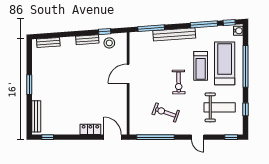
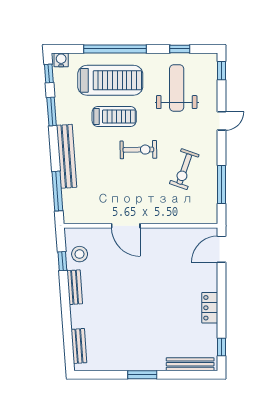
window: (204, 24) -> (52, 111), width x0.69
treadmill: (225, 63) -> (110, 80), turned 180
locker: (90, 129) -> (210, 308), moved
window: (155, 137) -> (221, 185), width x0.68

